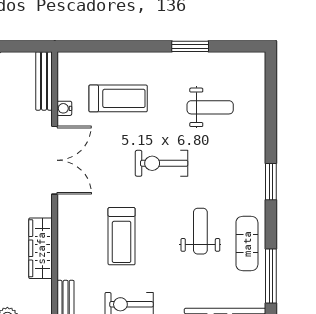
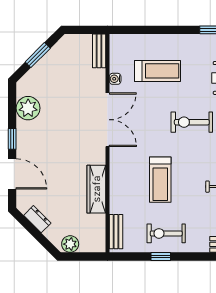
bench: (44, 81) -> (99, 51), width x0.73

